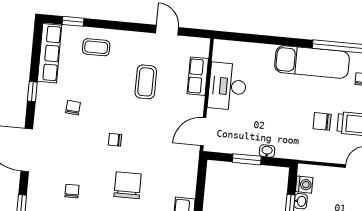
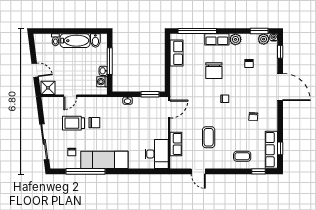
desk: (227, 86) -> (157, 154), moved
window: (32, 92) -> (280, 148), moved
window: (247, 159) -> (150, 94), moved

